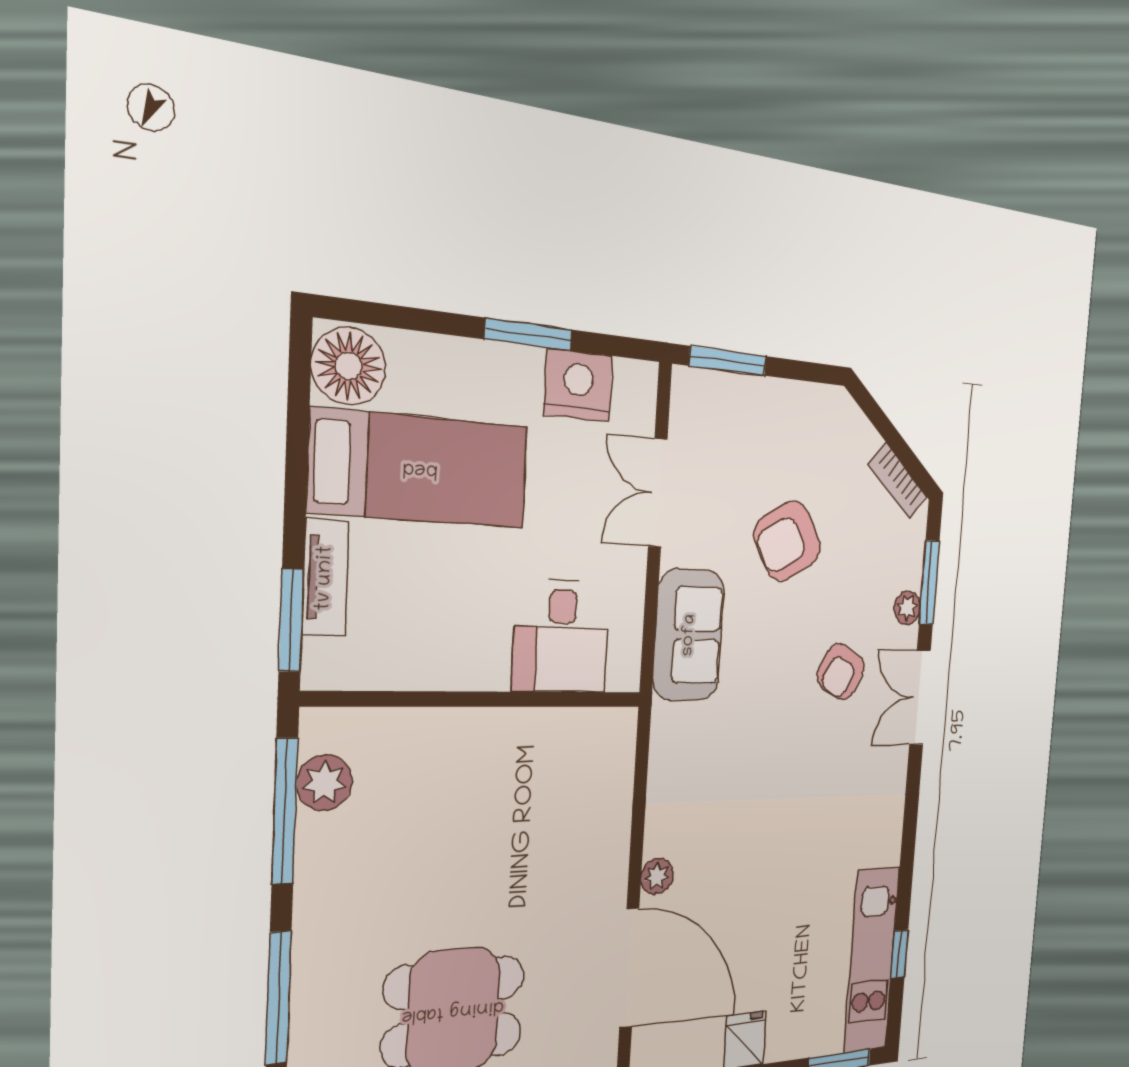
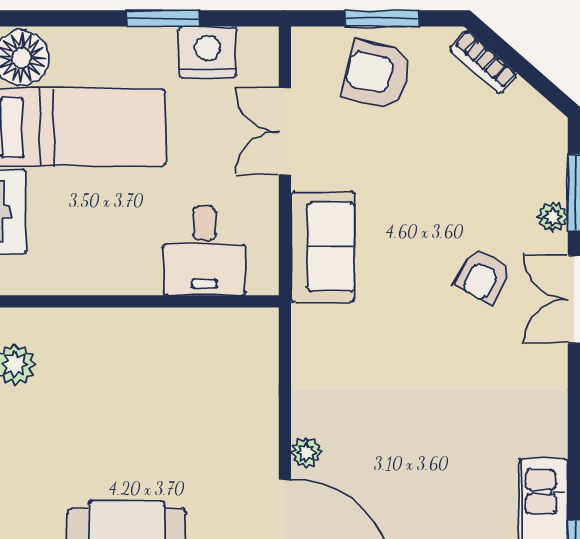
window: (728, 361) -> (382, 18), moved
bookcase: (898, 481) -> (483, 62), moved
armchair: (787, 541) -> (377, 74), moved, turned 44

